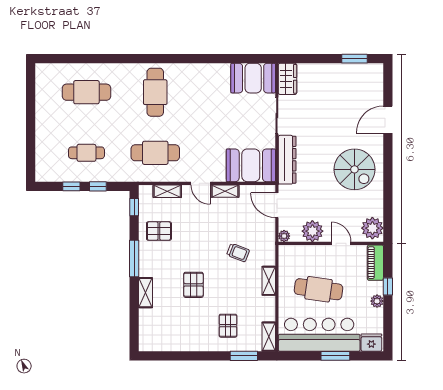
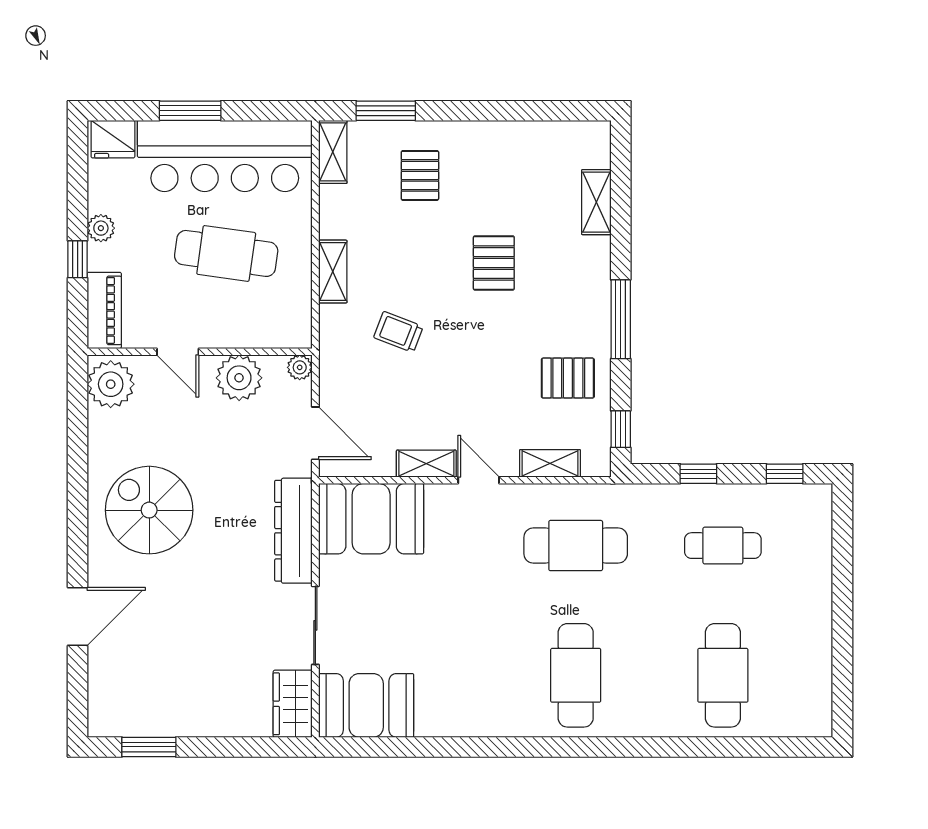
cafe table: (86, 92) -> (723, 675), turned 90
window: (71, 186) -> (785, 474), moved
shelving: (146, 293) -> (596, 202), moved

